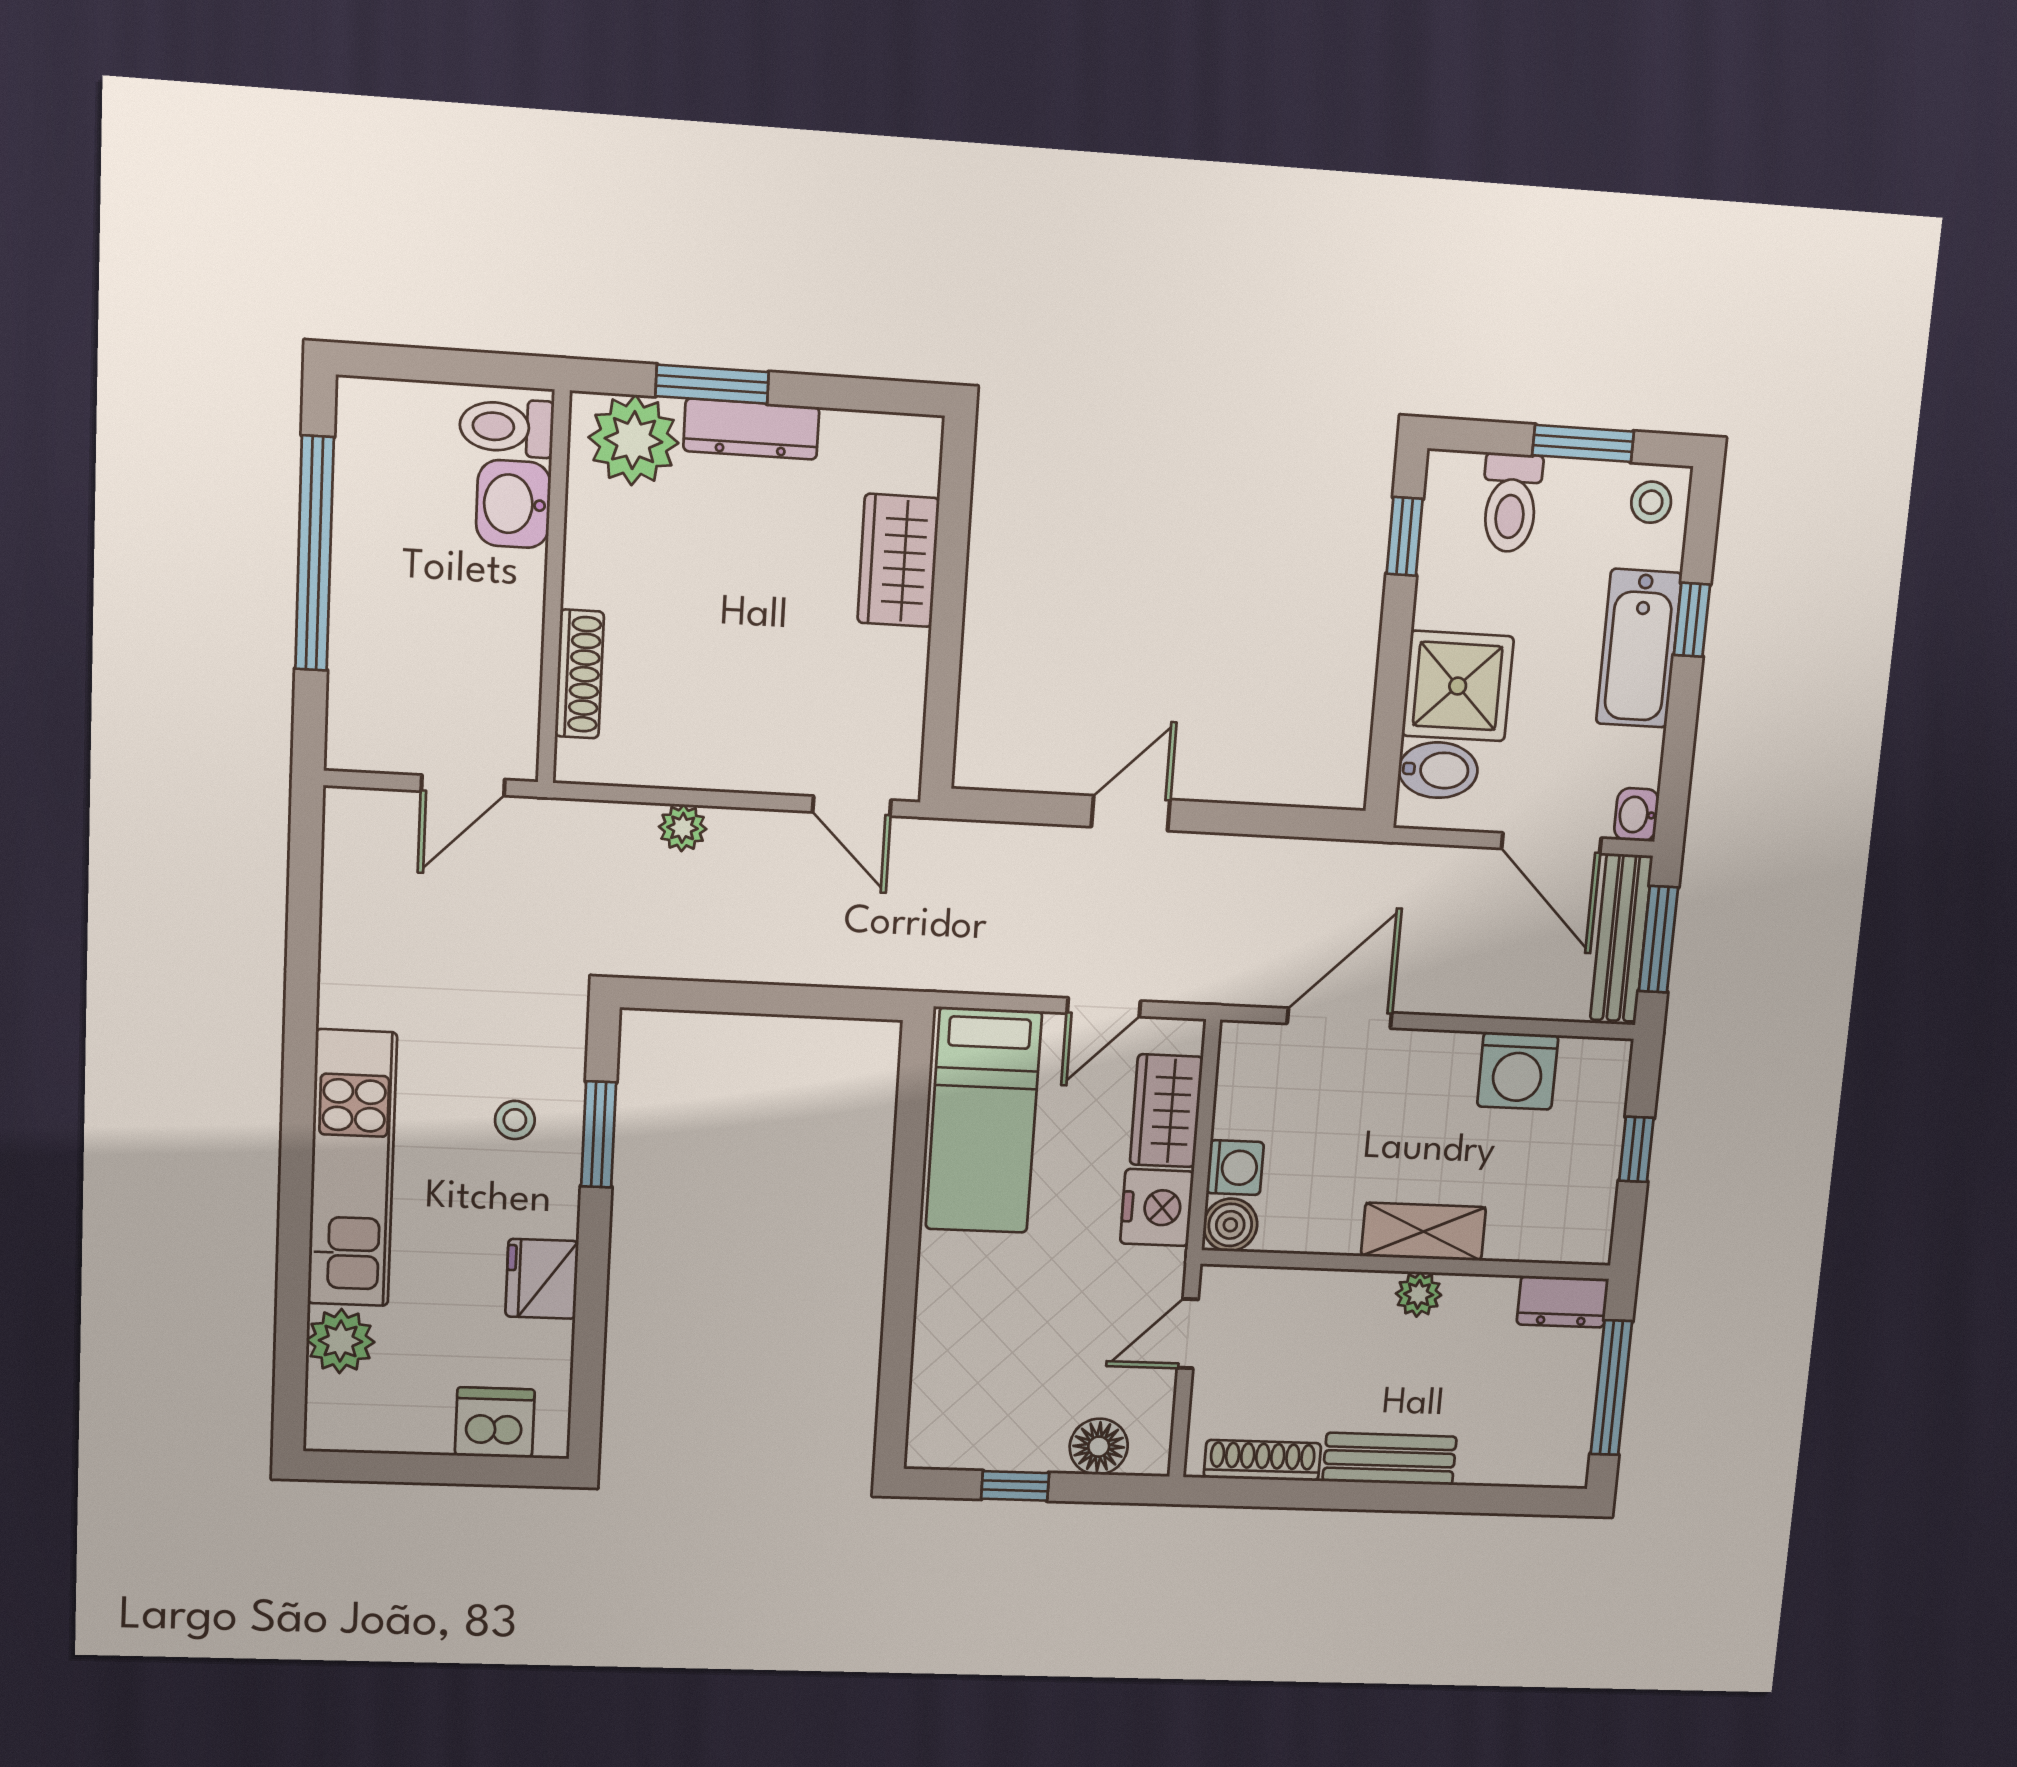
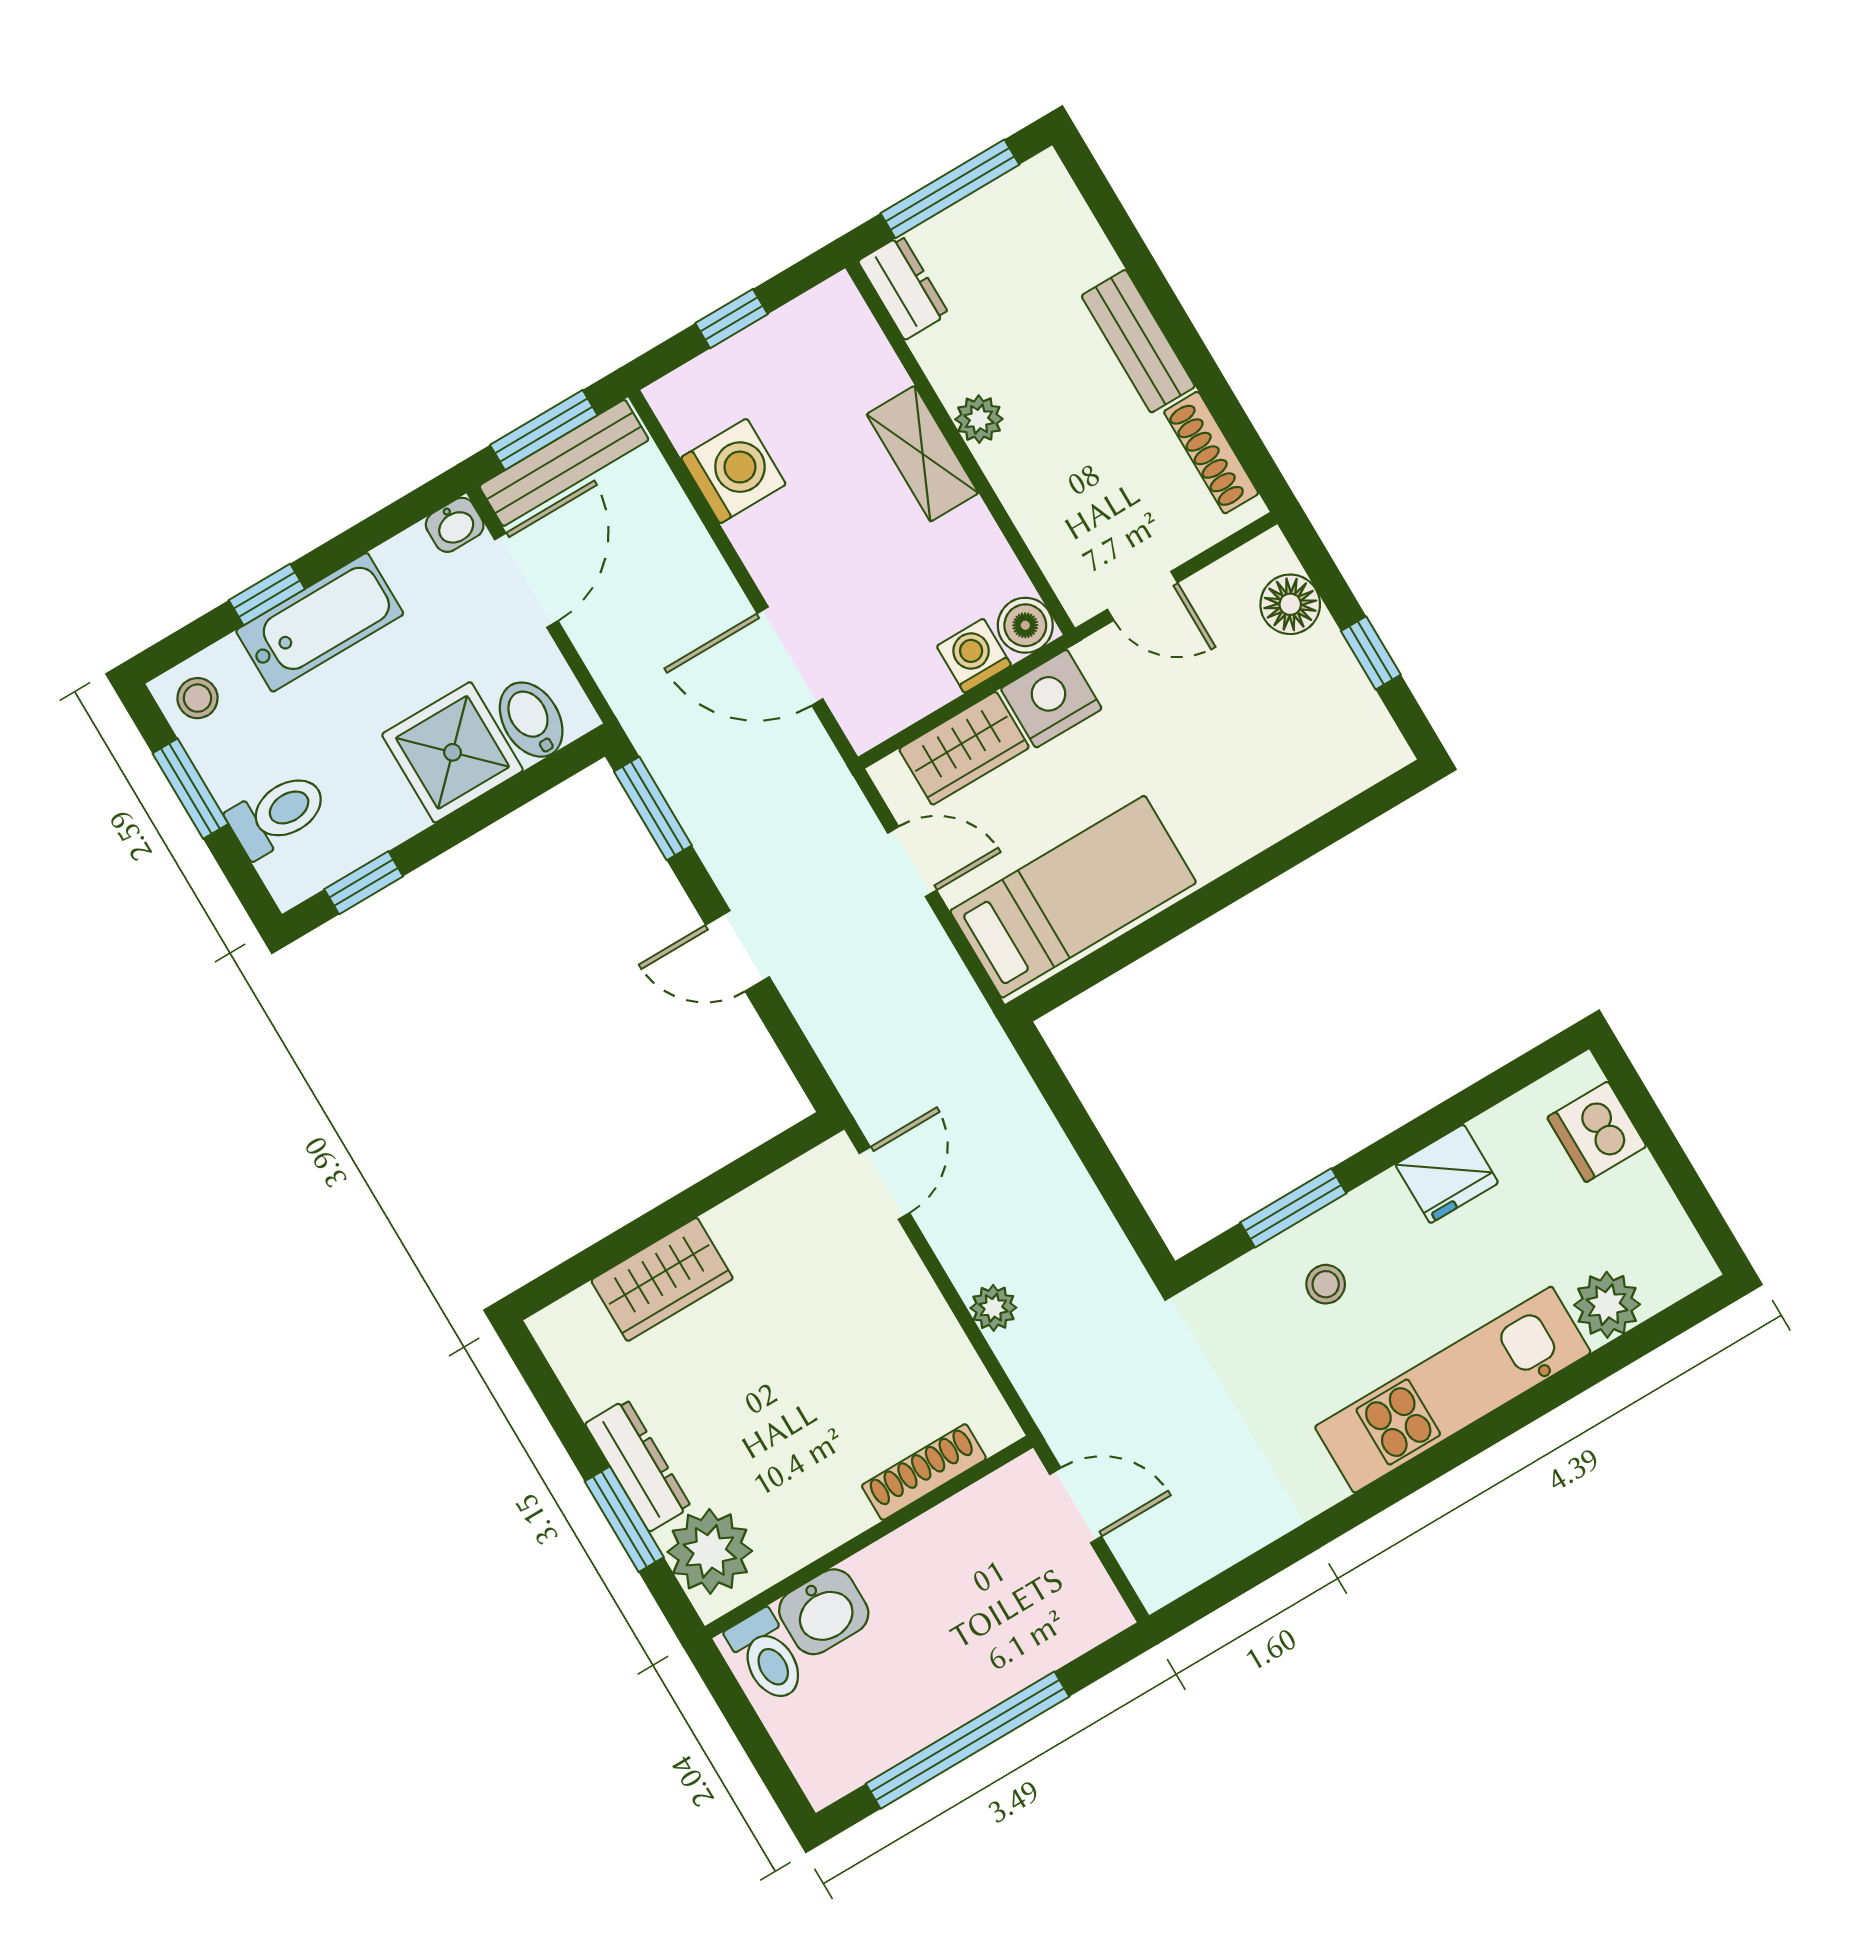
window: (1296, 822) -> (653, 808), added

